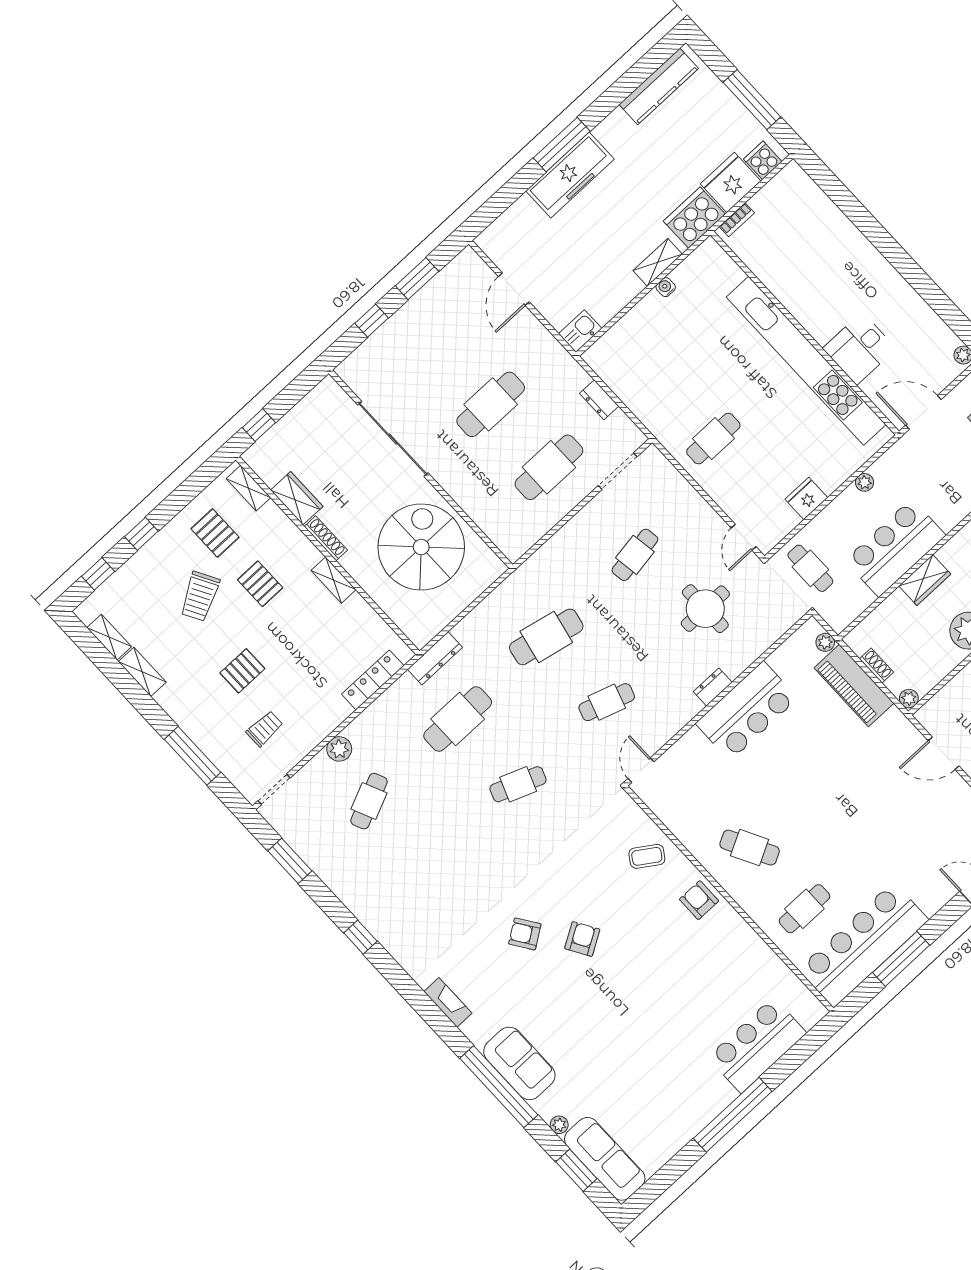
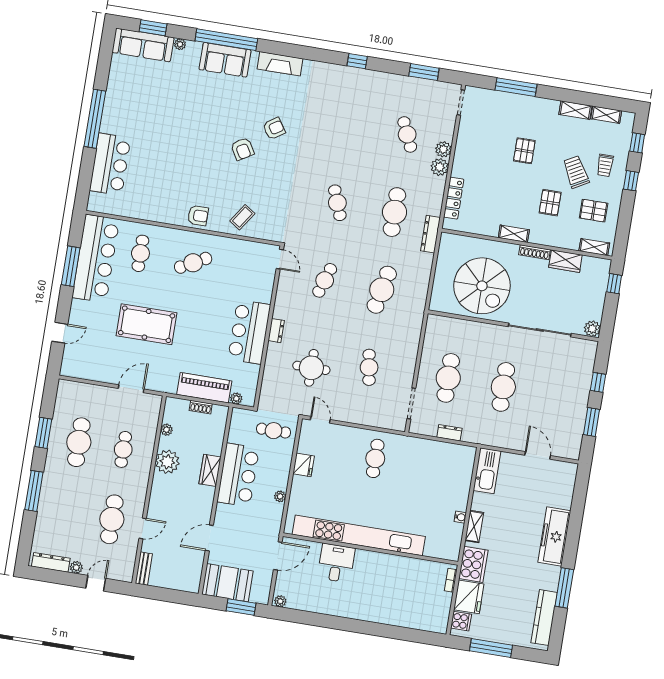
window: (562, 145) -> (564, 588), moved
kitchen sink: (580, 331) -> (487, 471), width x1.88, depth x1.24
plant: (328, 391) -> (592, 329), added
pallet: (260, 584) -> (550, 203), turned 90
plant: (909, 699) -> (166, 430), moved
trolley: (265, 729) -> (605, 165), moved
plant: (360, 731) -> (440, 167), added
cafe table: (518, 784) -> (337, 203), turned -42
pool table: (864, 817) -> (147, 324), added
fireplace: (448, 1002) -> (280, 64), width x1.37, depth x1.32

